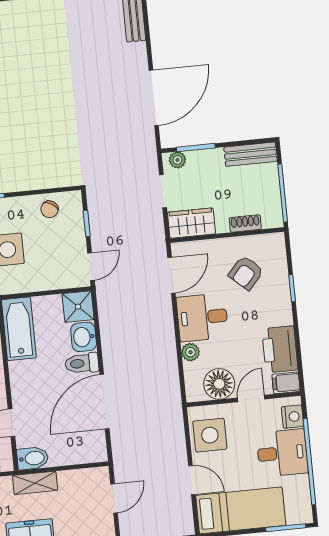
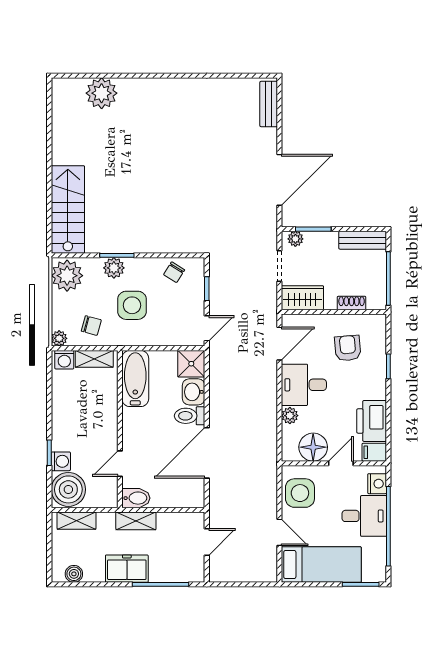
armchair: (246, 273) -> (348, 348), turned 133

